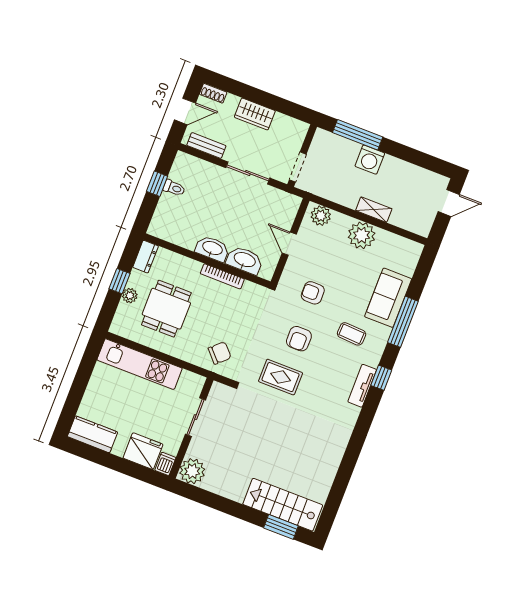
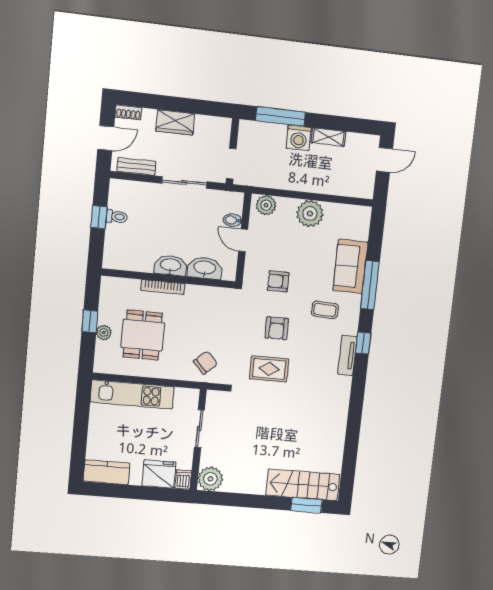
shelving: (374, 210) -> (328, 137), moved
bidet: (284, 221) -> (232, 220), added
dresser: (146, 257) -> (108, 291), removed
bookcase: (222, 276) -> (163, 287), moved

